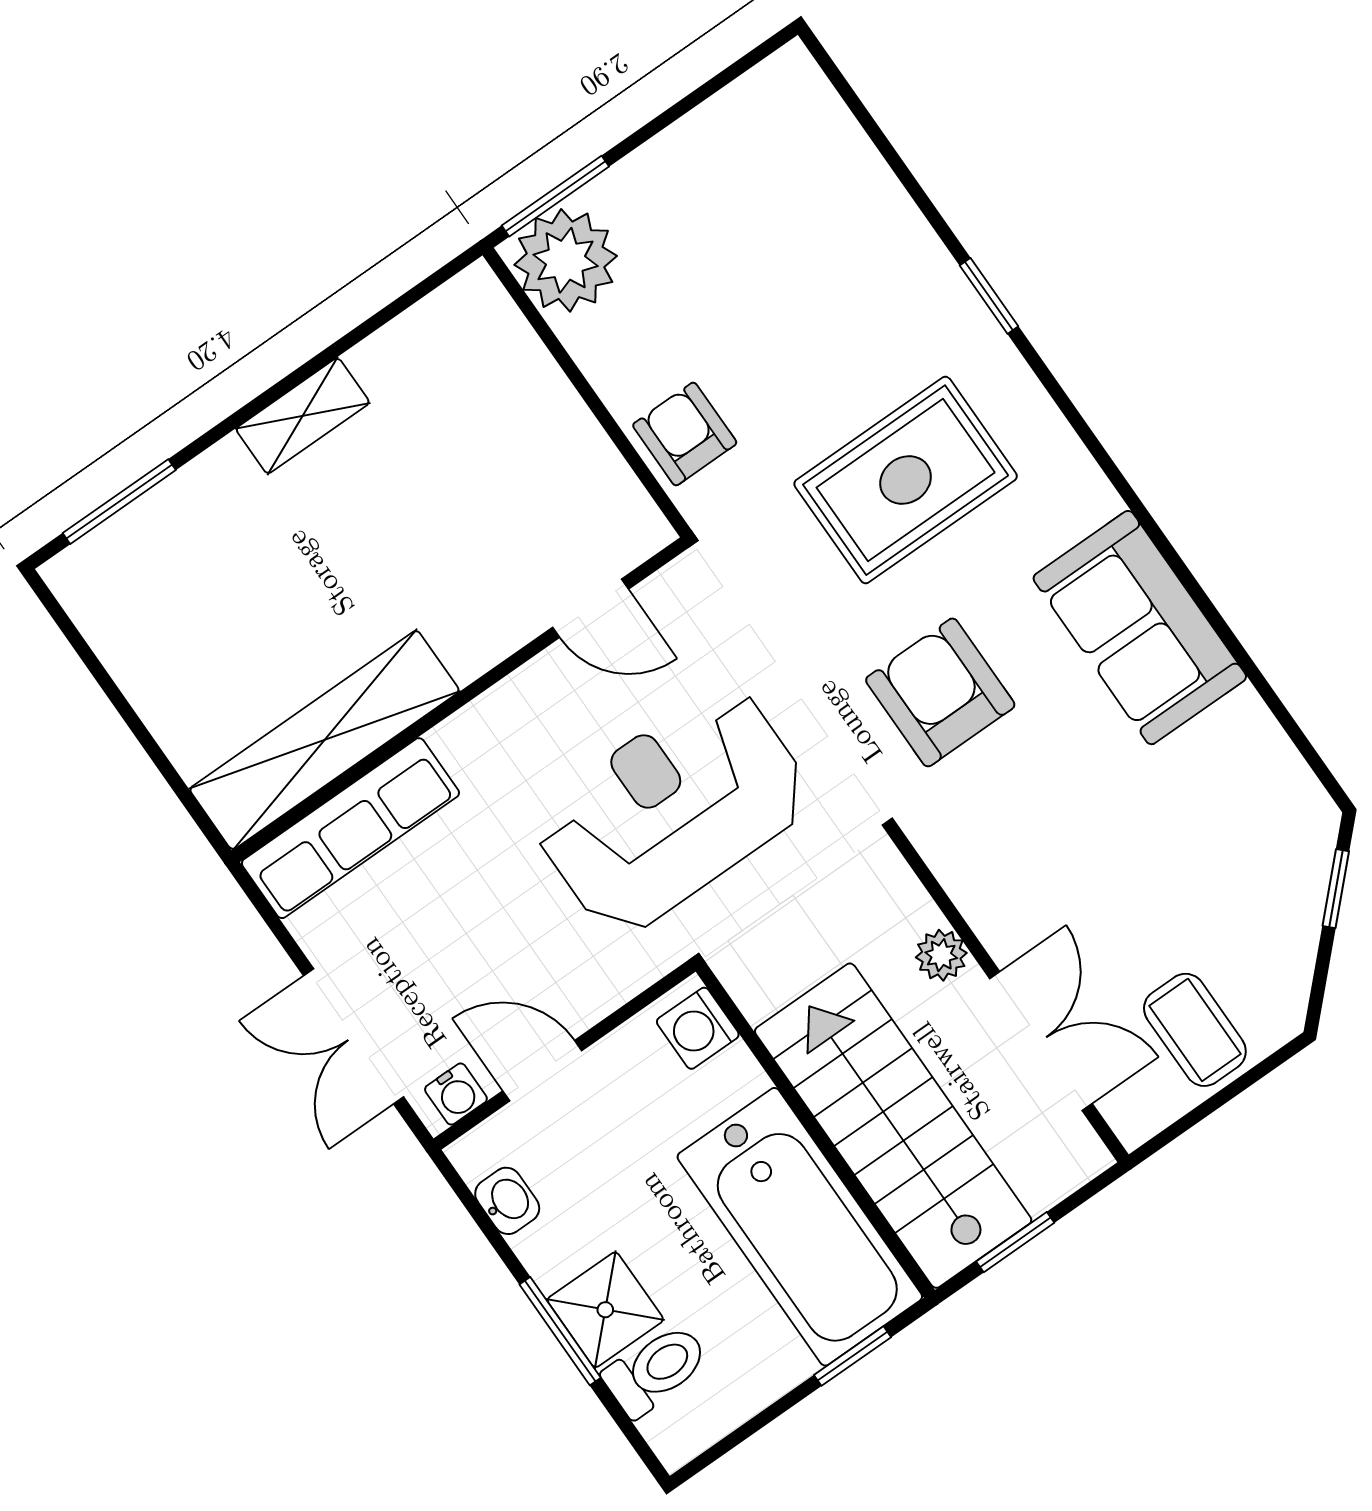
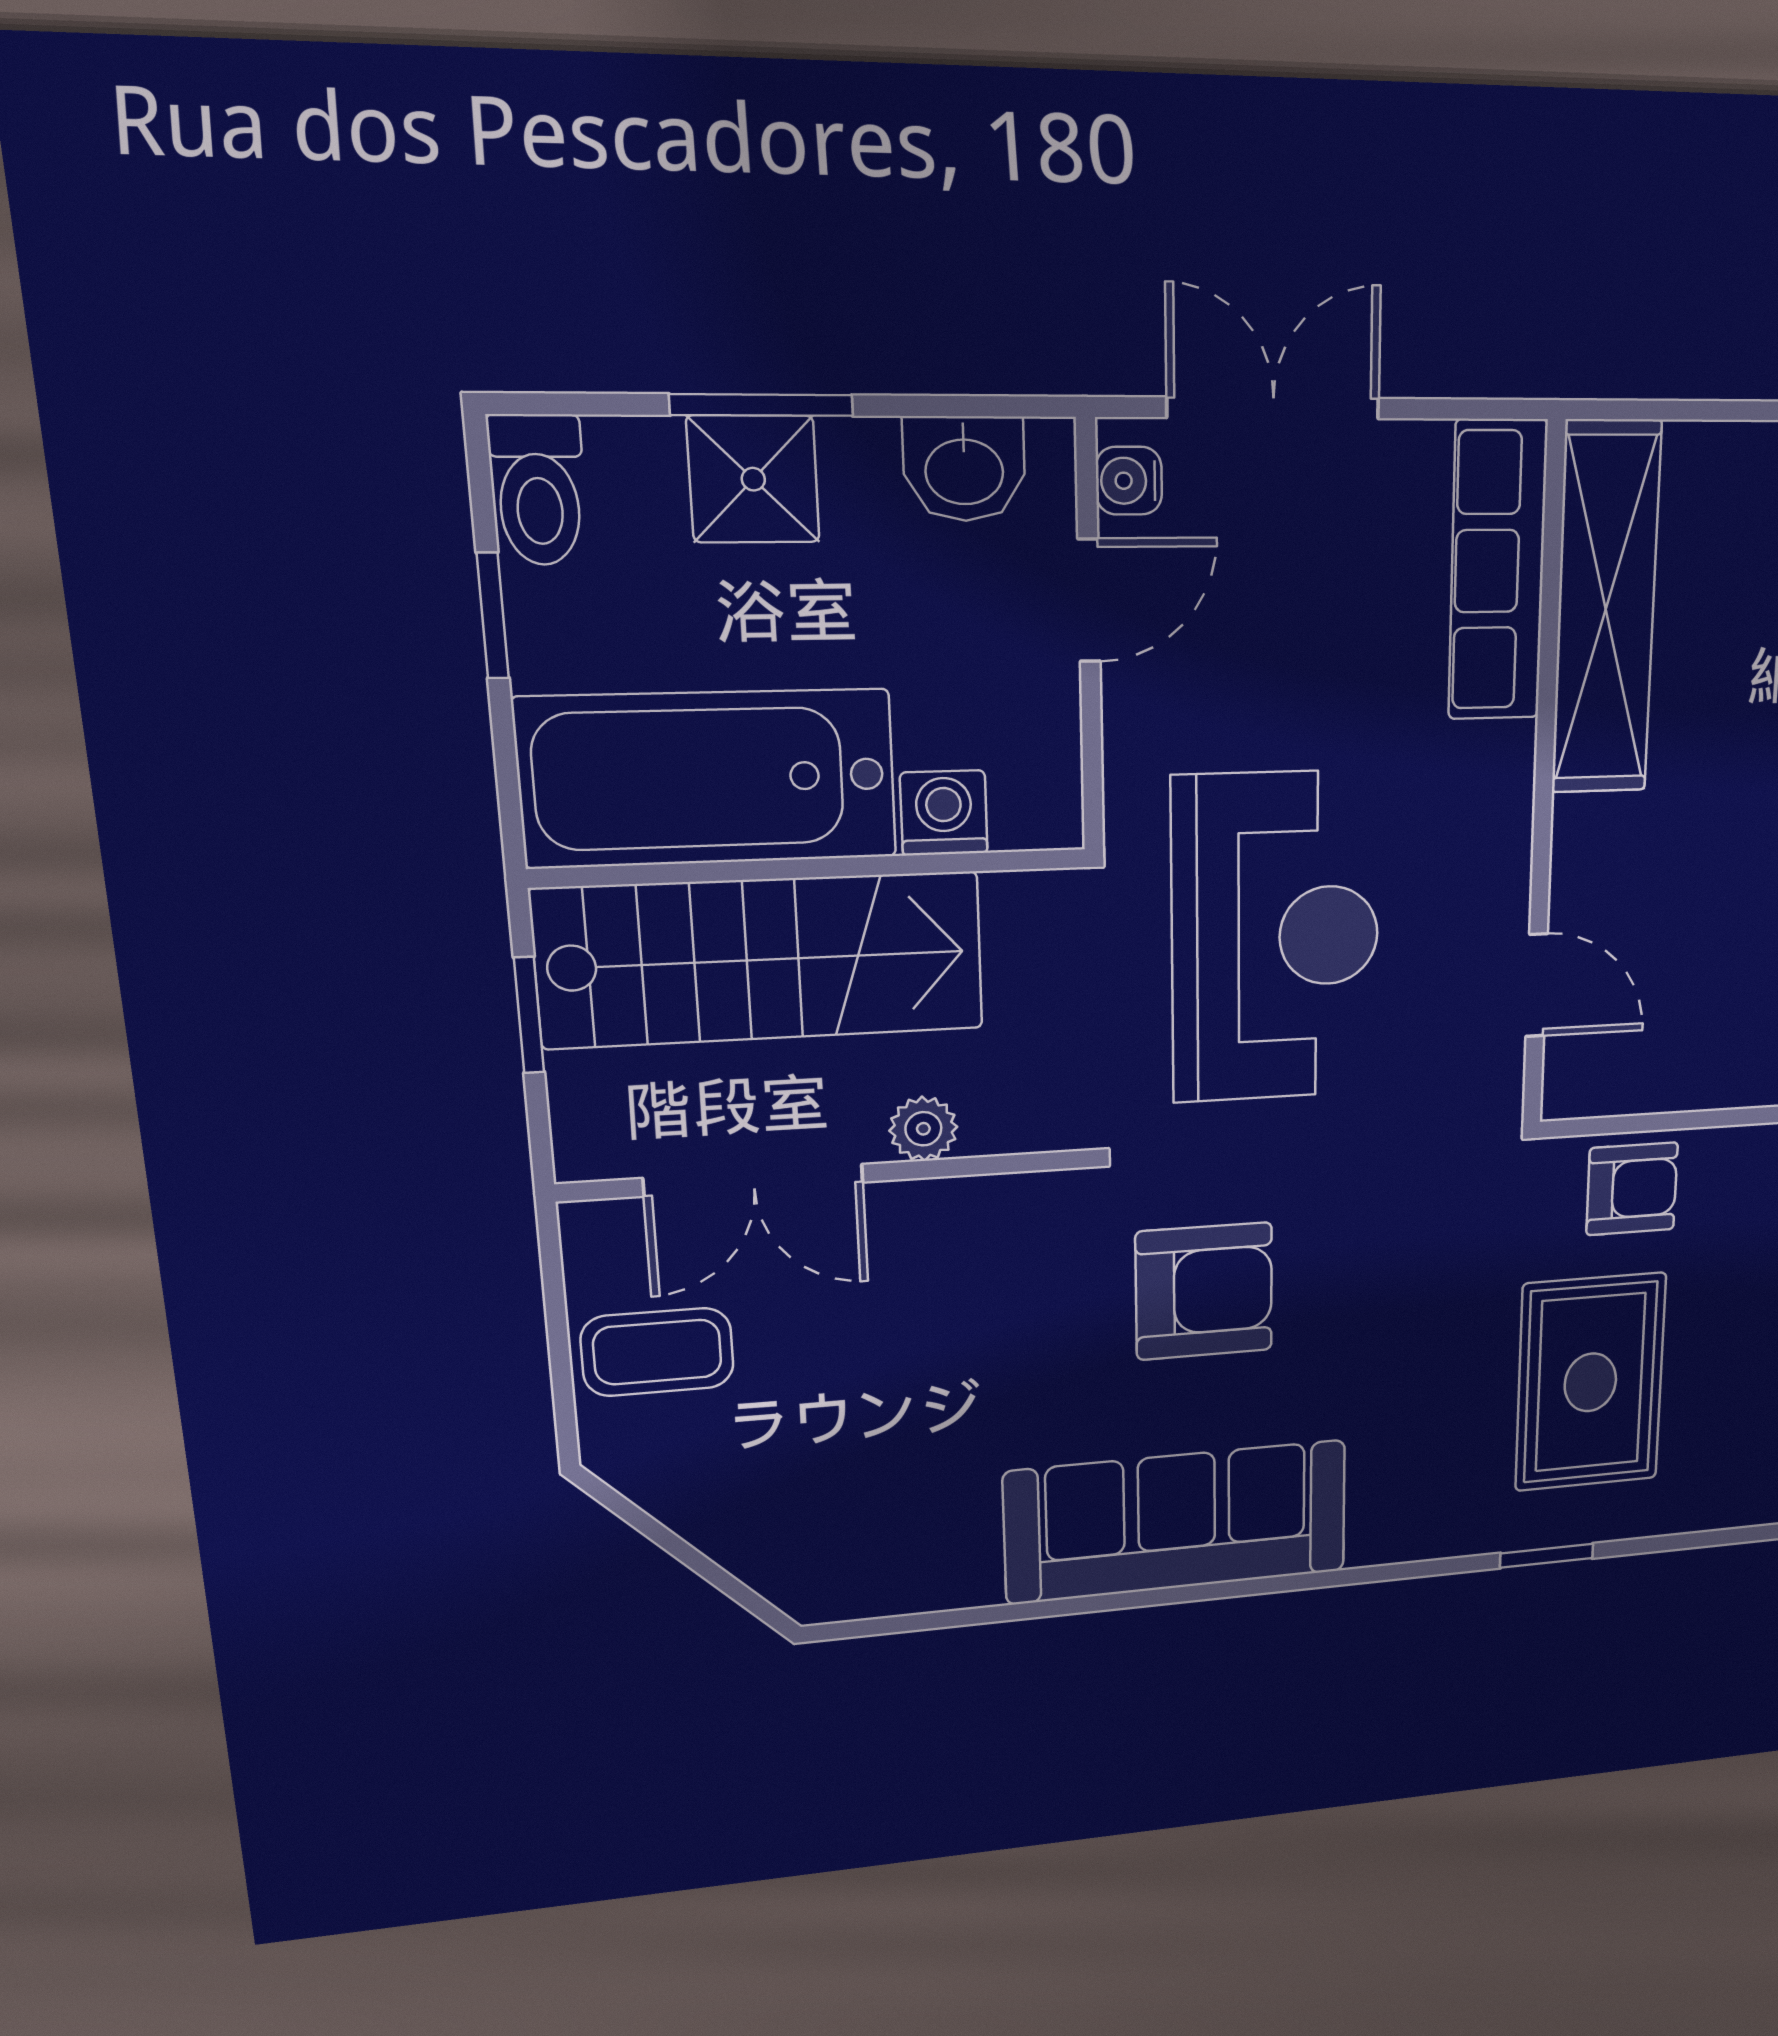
rug: (906, 480) -> (1590, 1382), moved
door: (591, 608) -> (1537, 985), swing flipped
sofa: (1140, 628) -> (1177, 1522), width x1.36
window: (1336, 889) -> (721, 1579), removed
washing machine: (698, 1028) -> (944, 813), moved
washbasin: (507, 1201) -> (964, 469), width x1.38, depth x1.45
window: (853, 1356) -> (493, 616), moved
toilet: (656, 1370) -> (538, 490), moved

